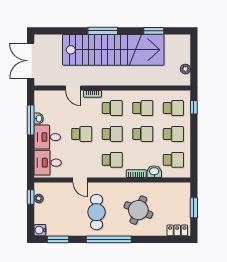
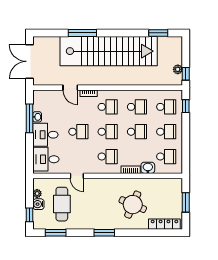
window: (103, 31) -> (82, 33), moved
window: (154, 31) -> (158, 33), moved
window: (194, 74) -> (186, 74), added
window: (31, 197) -> (30, 215), moved
cafe table: (97, 212) -> (62, 204), moved
water cooler: (40, 230) -> (38, 204), moved
locker: (177, 230) -> (164, 224), width x1.53
window: (109, 239) -> (104, 233), width x0.47

